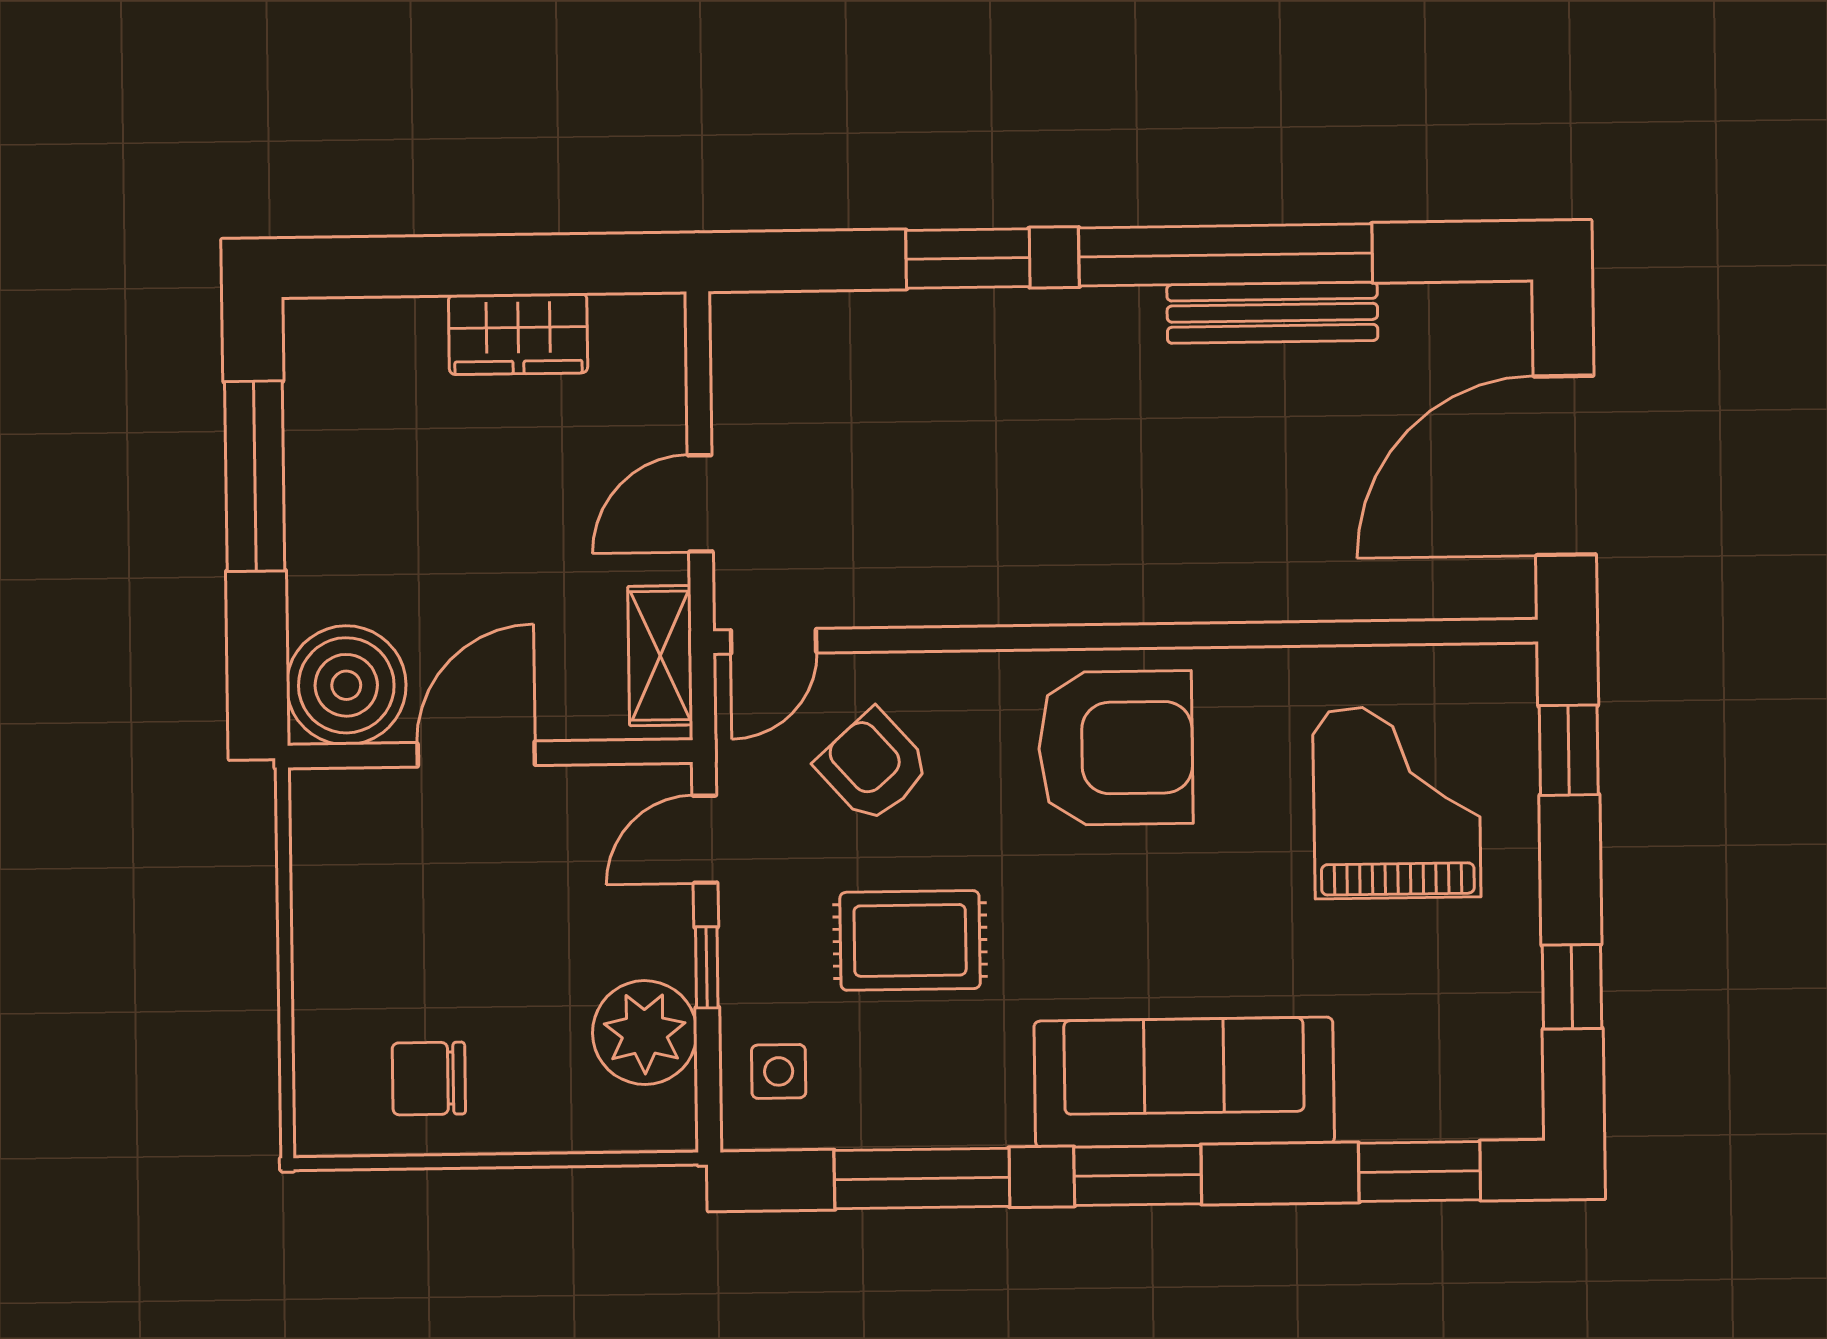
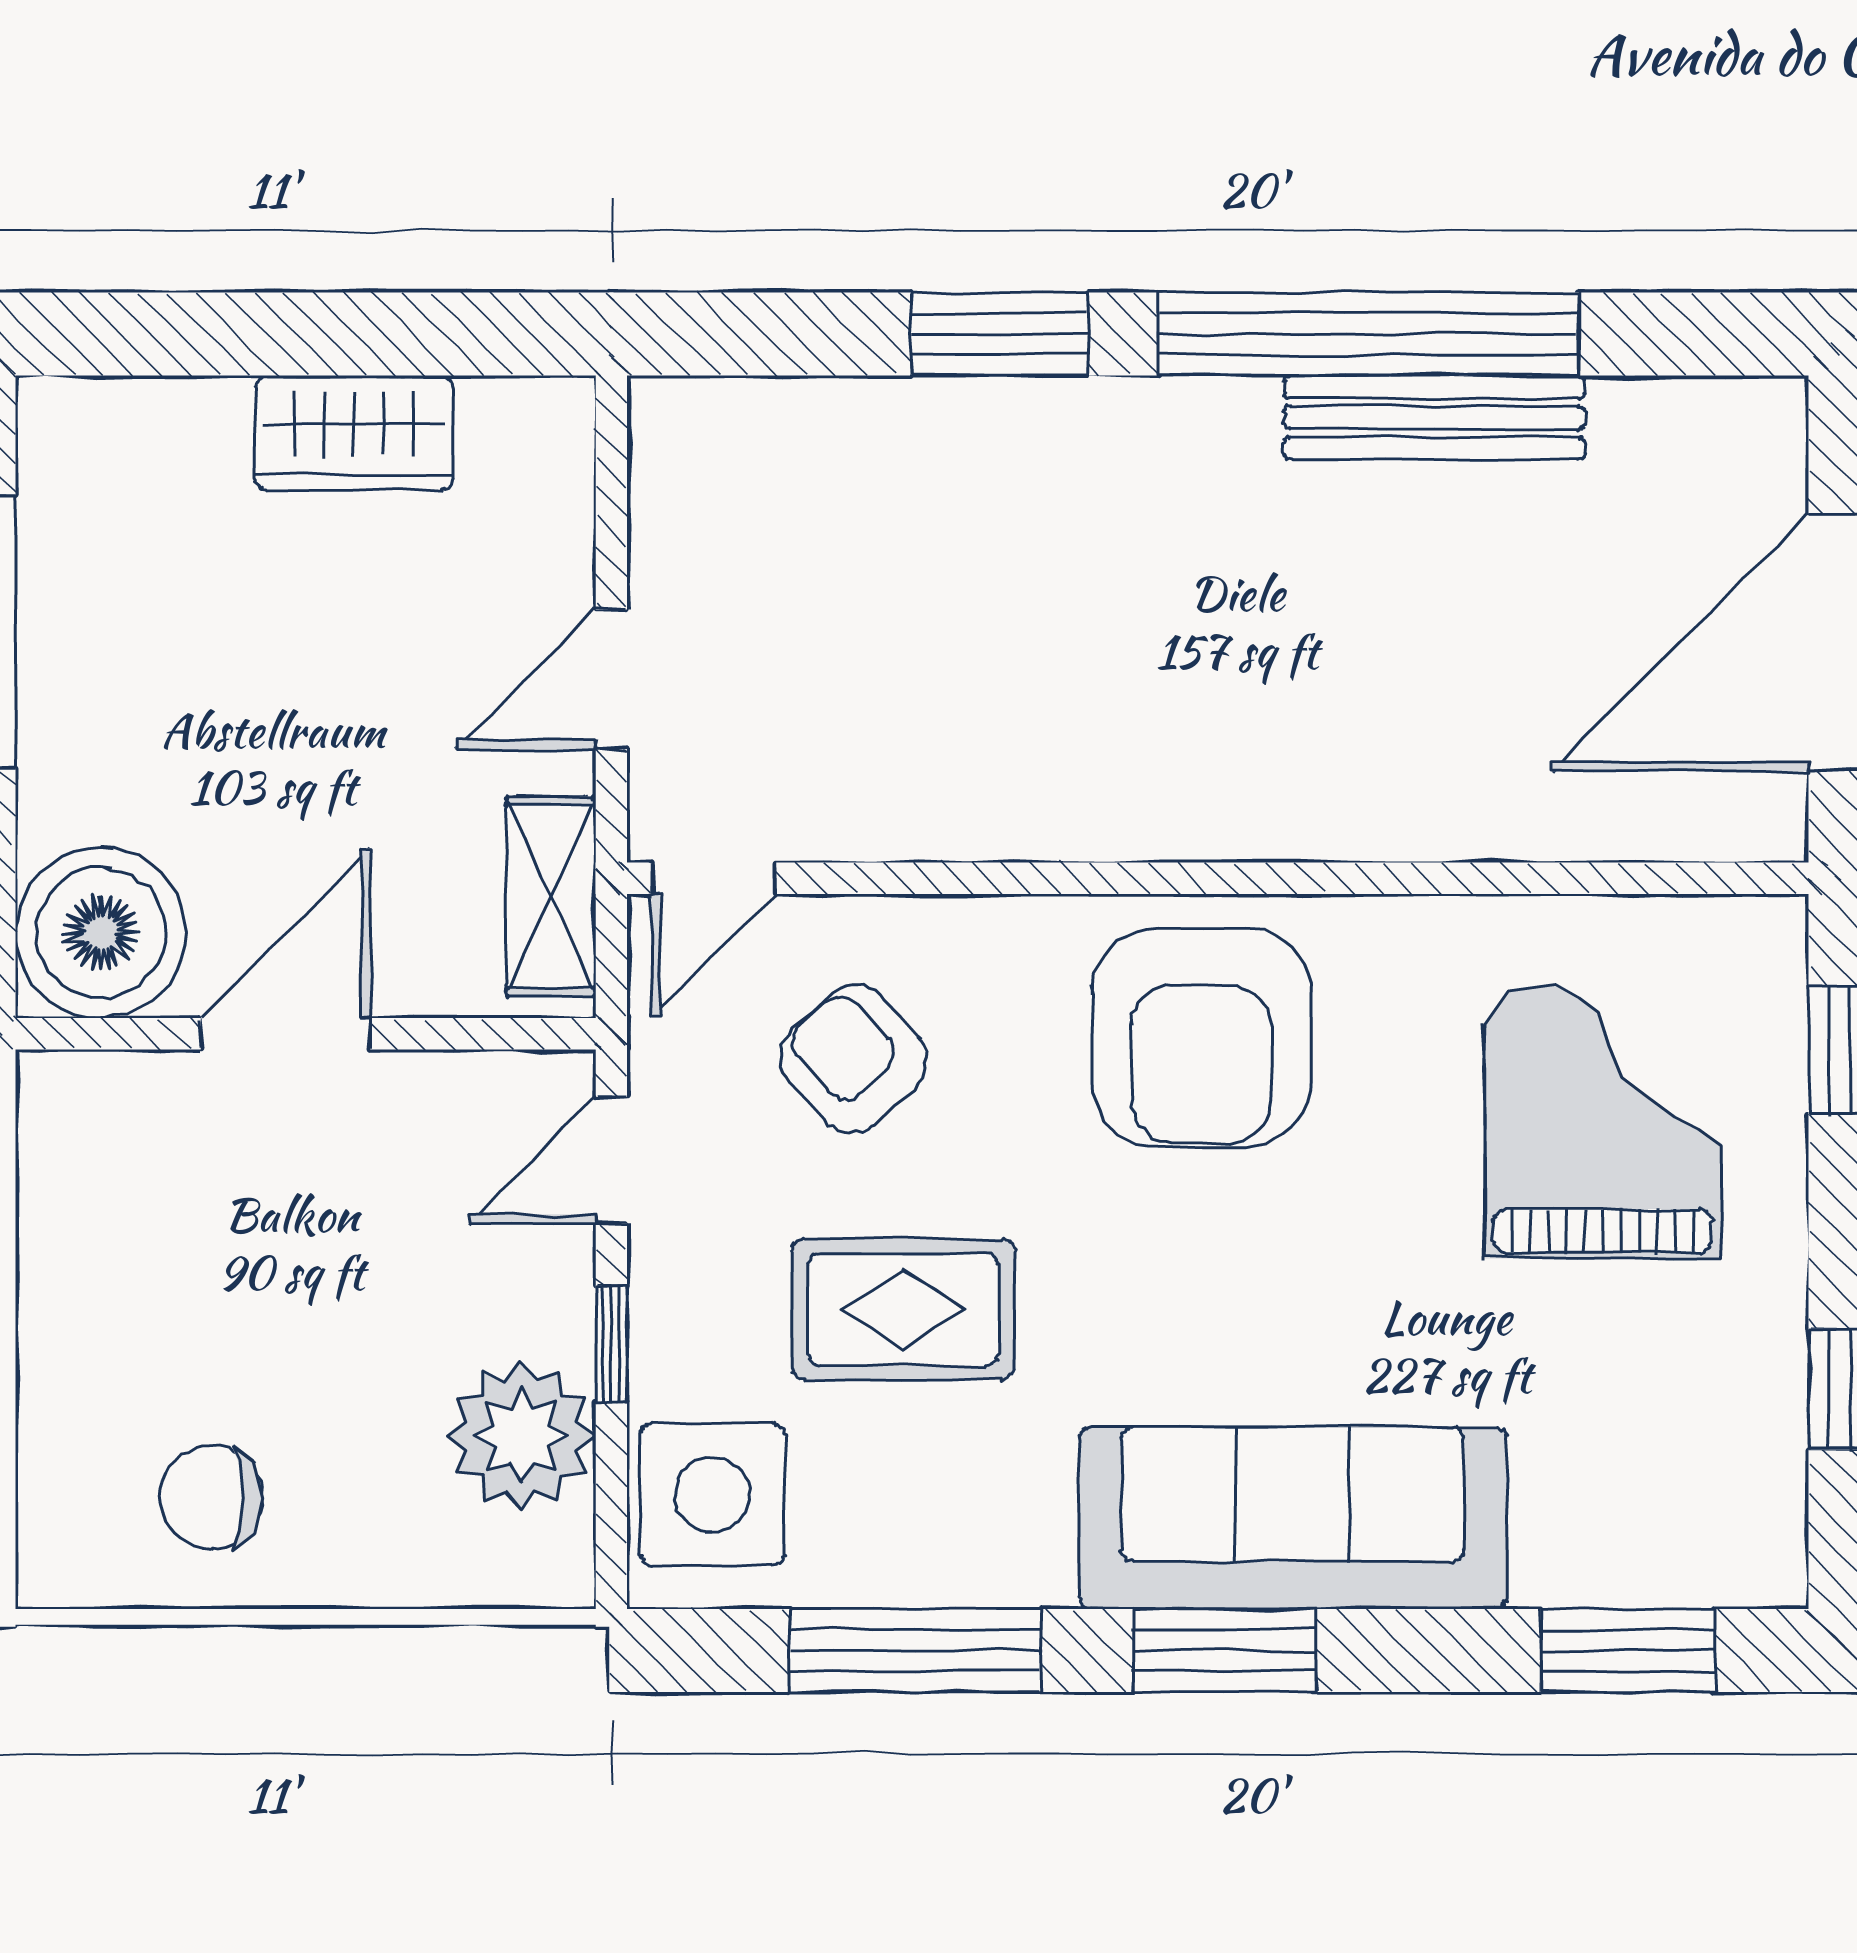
armchair: (1116, 748) -> (1201, 1038), turned 90
side table: (779, 1071) -> (712, 1494), width x1.87, depth x1.87

